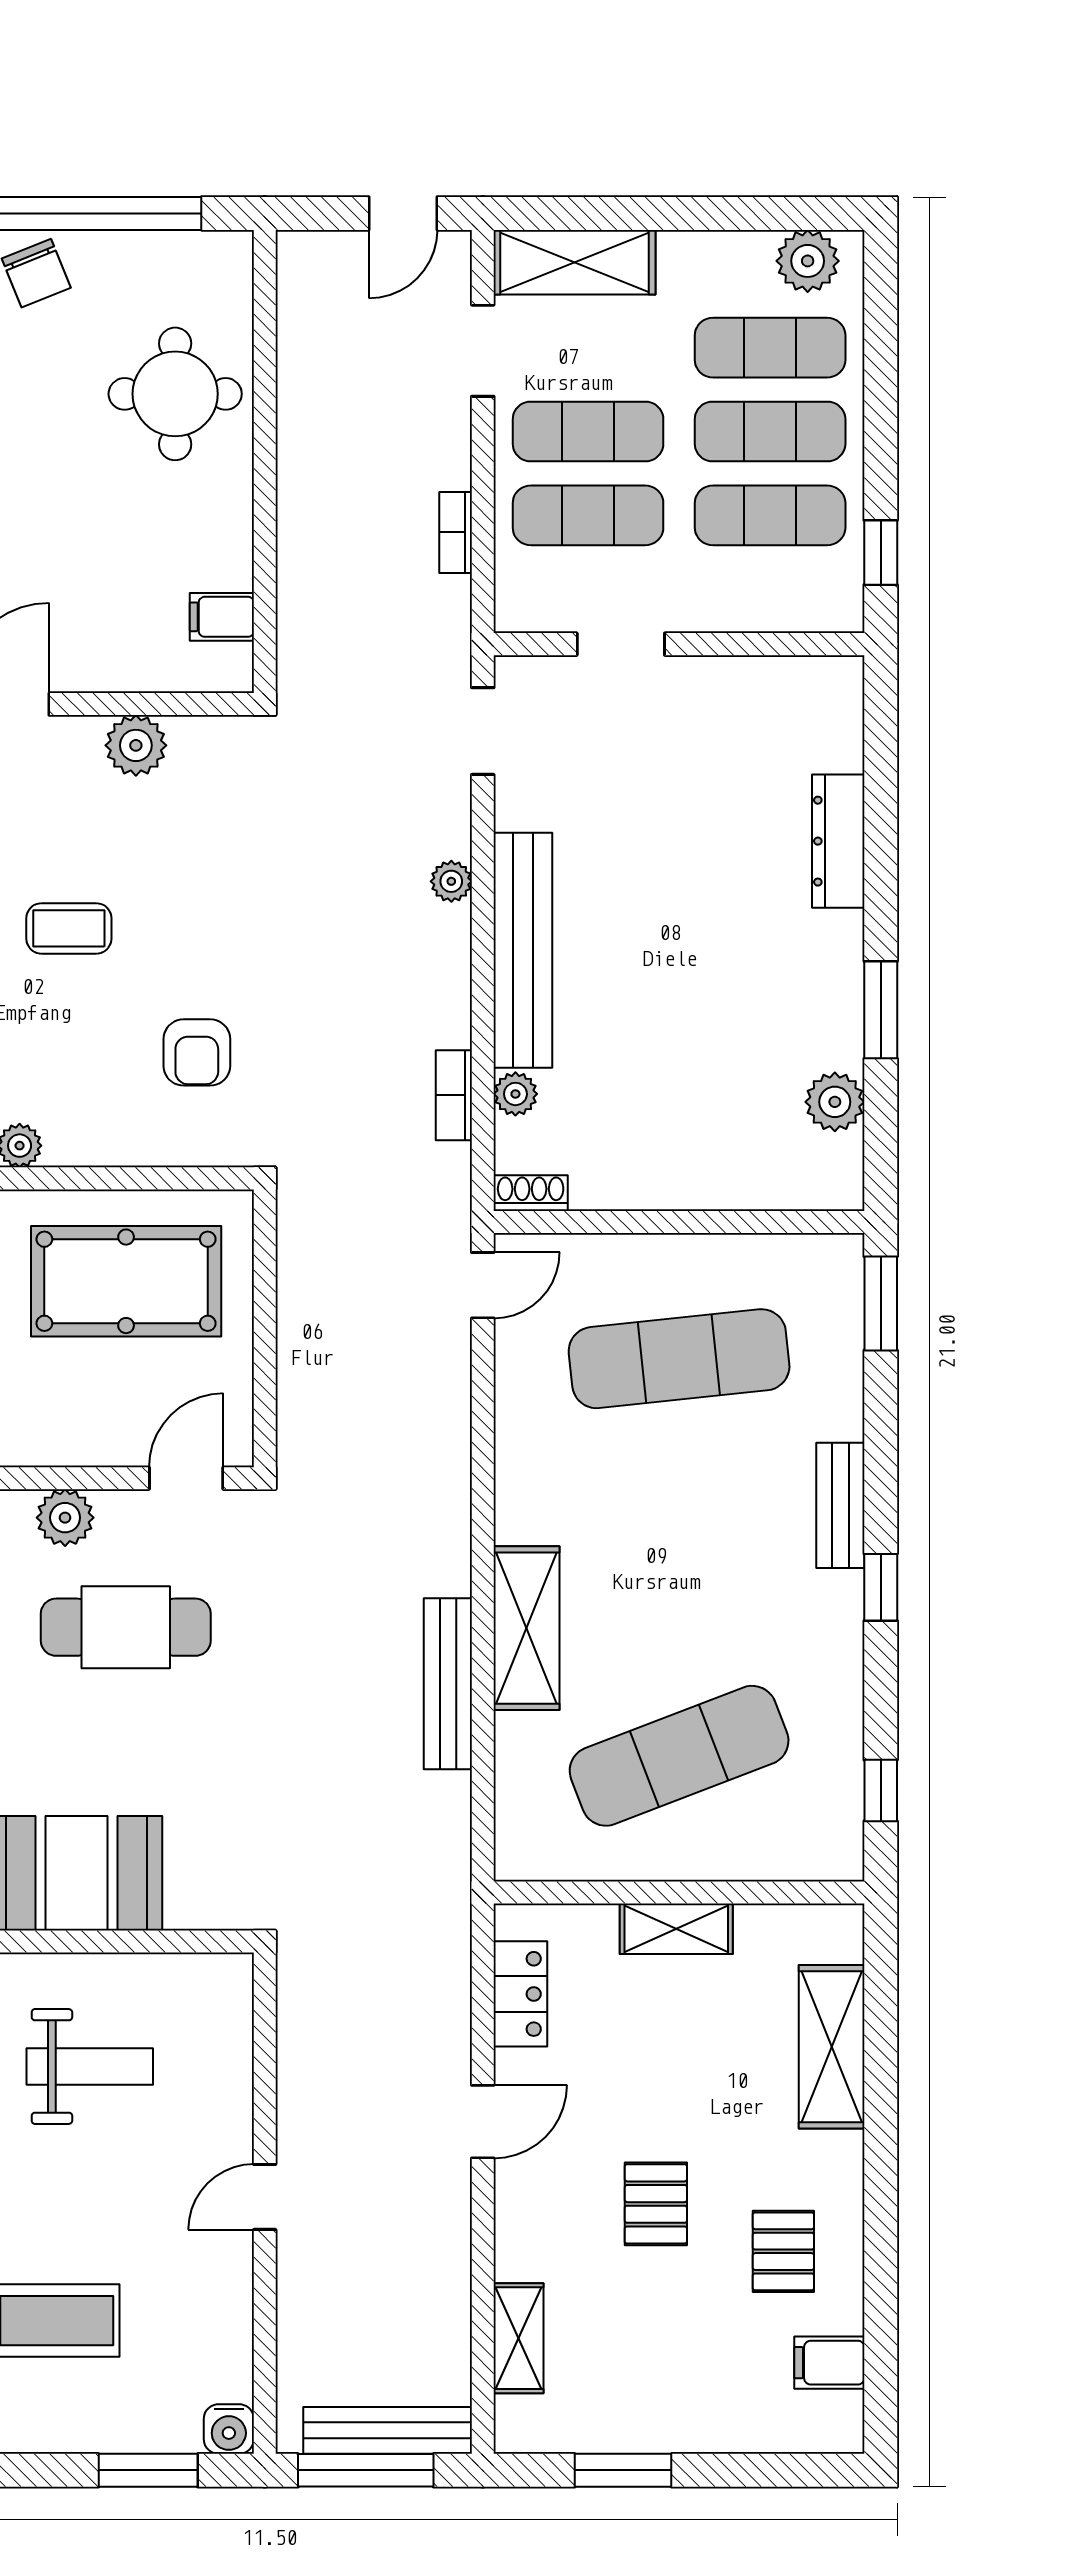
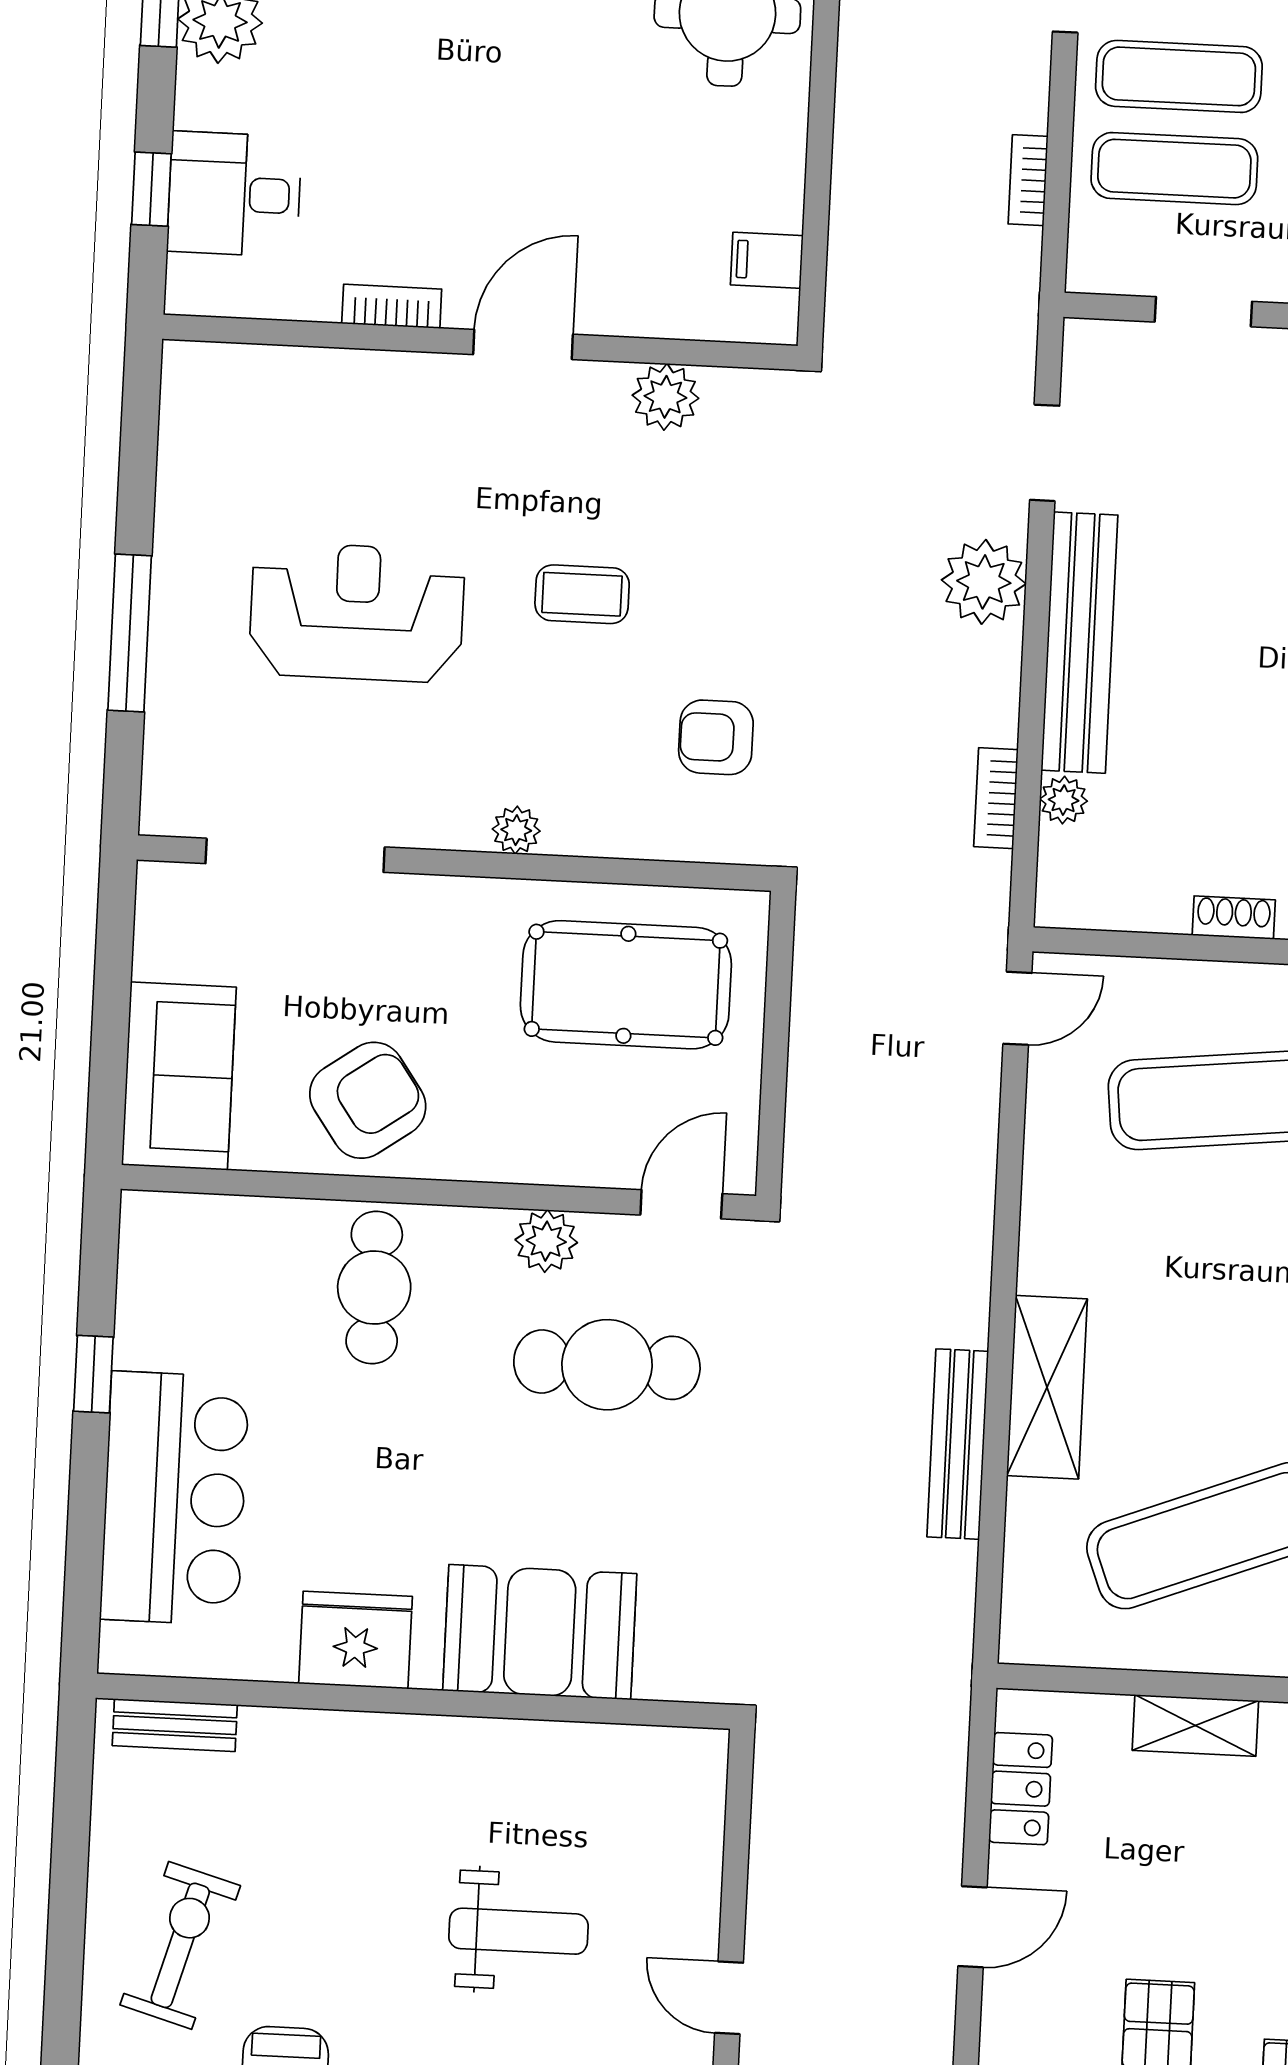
doorway: (483, 731) -> (1045, 453), moved
plant: (451, 881) -> (984, 582), width x1.87, depth x1.87
armchair: (197, 1052) -> (716, 737), turned 90
shoe rack: (531, 1193) -> (1234, 917), moved
weight bench: (90, 2066) -> (518, 1931), moved
door: (265, 2197) -> (729, 1998), hinge flipped

